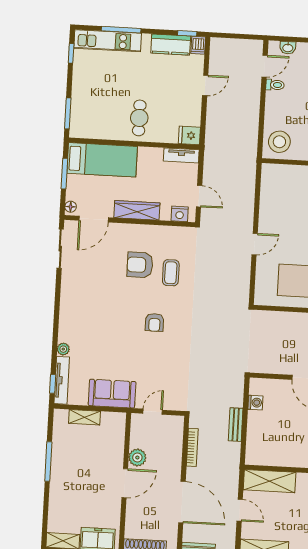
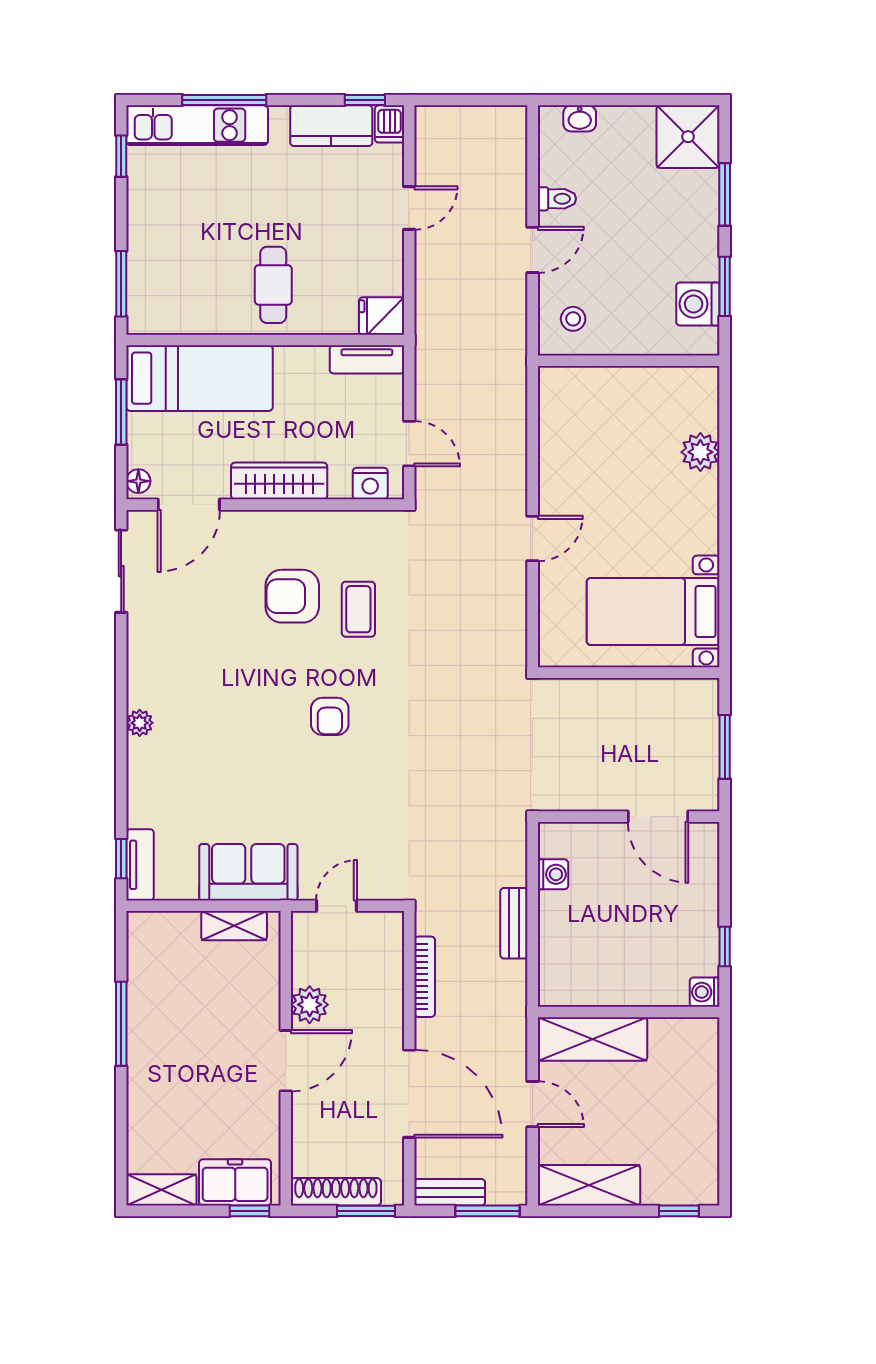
door: (265, 66) -> (533, 250), moved
stool: (279, 142) -> (573, 319), width x0.53, depth x0.53
plant: (63, 349) -> (140, 723), moved
tv unit: (62, 380) -> (140, 865), width x0.71
shelving: (85, 417) -> (234, 926), moved

